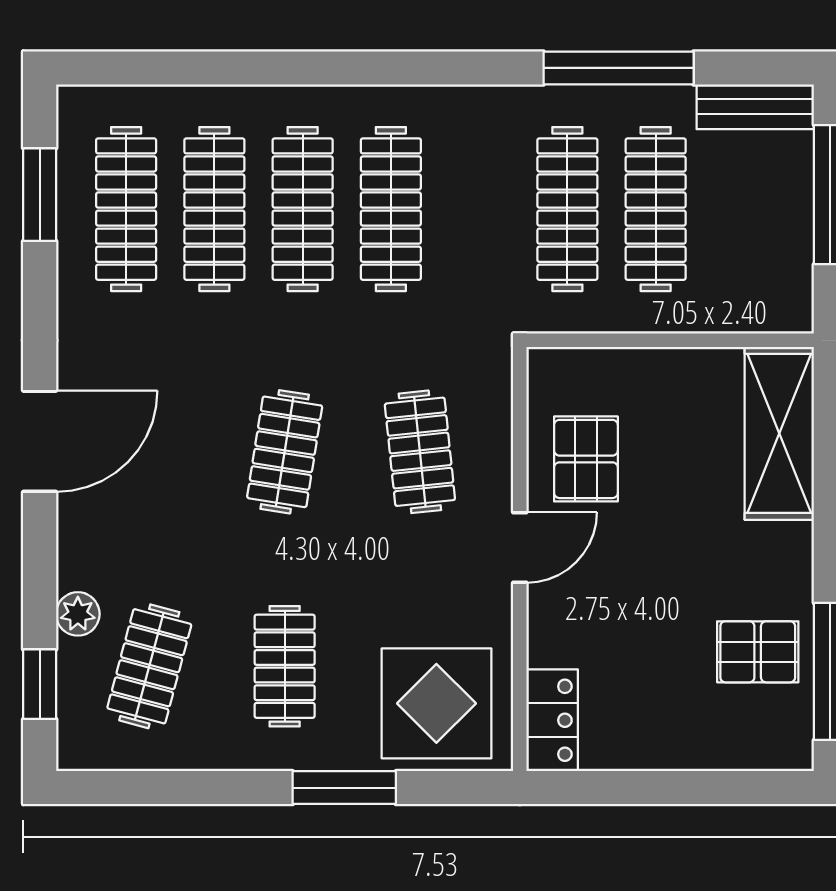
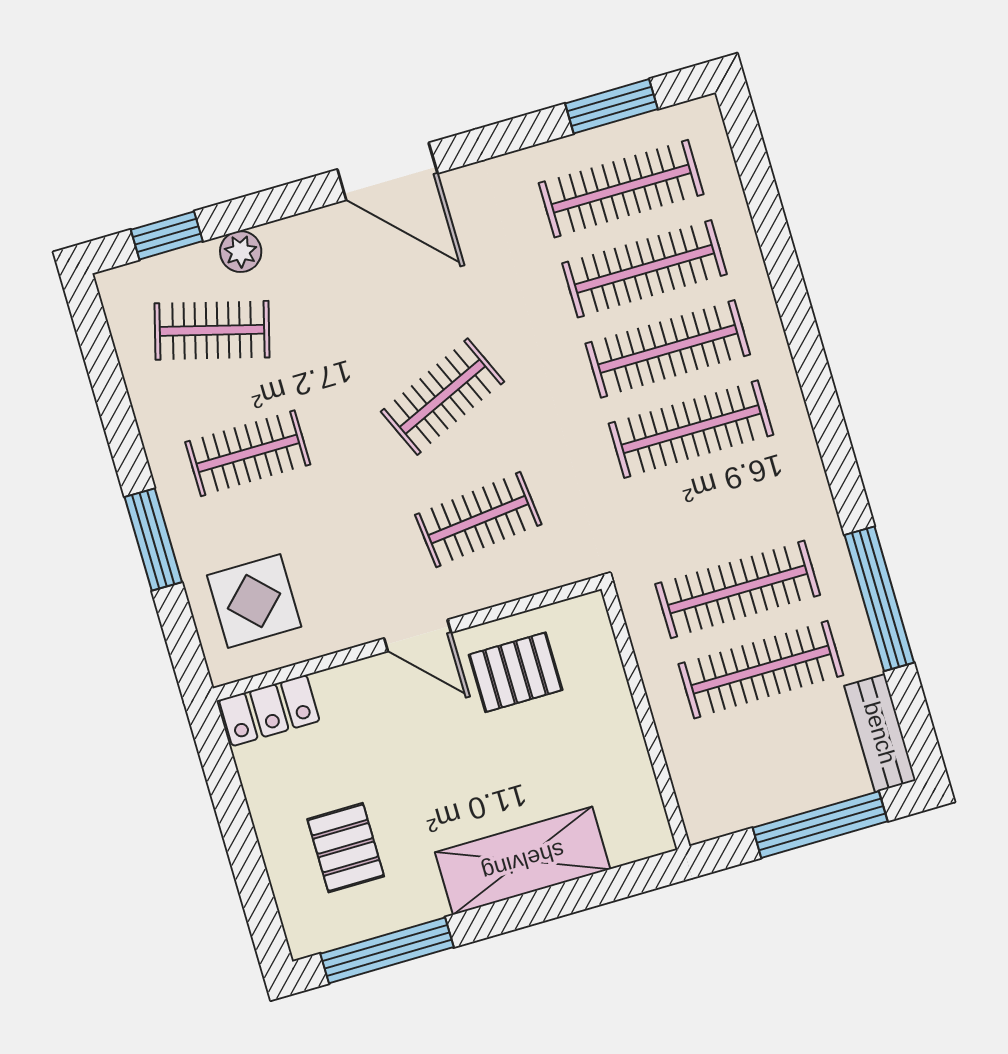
shelving: (779, 433) -> (523, 861), moved
clothes rail: (285, 452) -> (443, 397), turned -33
pallet: (758, 652) -> (346, 848), moved
display table: (436, 703) -> (254, 601), width x0.73, depth x0.73

